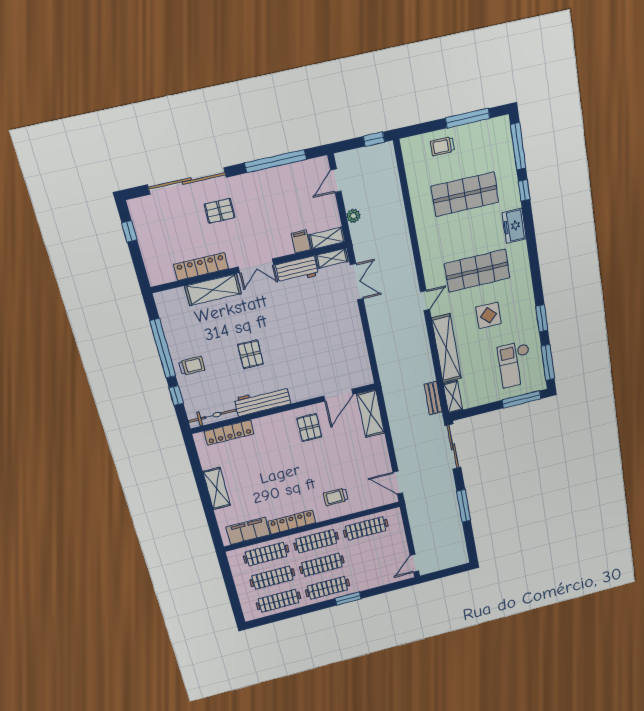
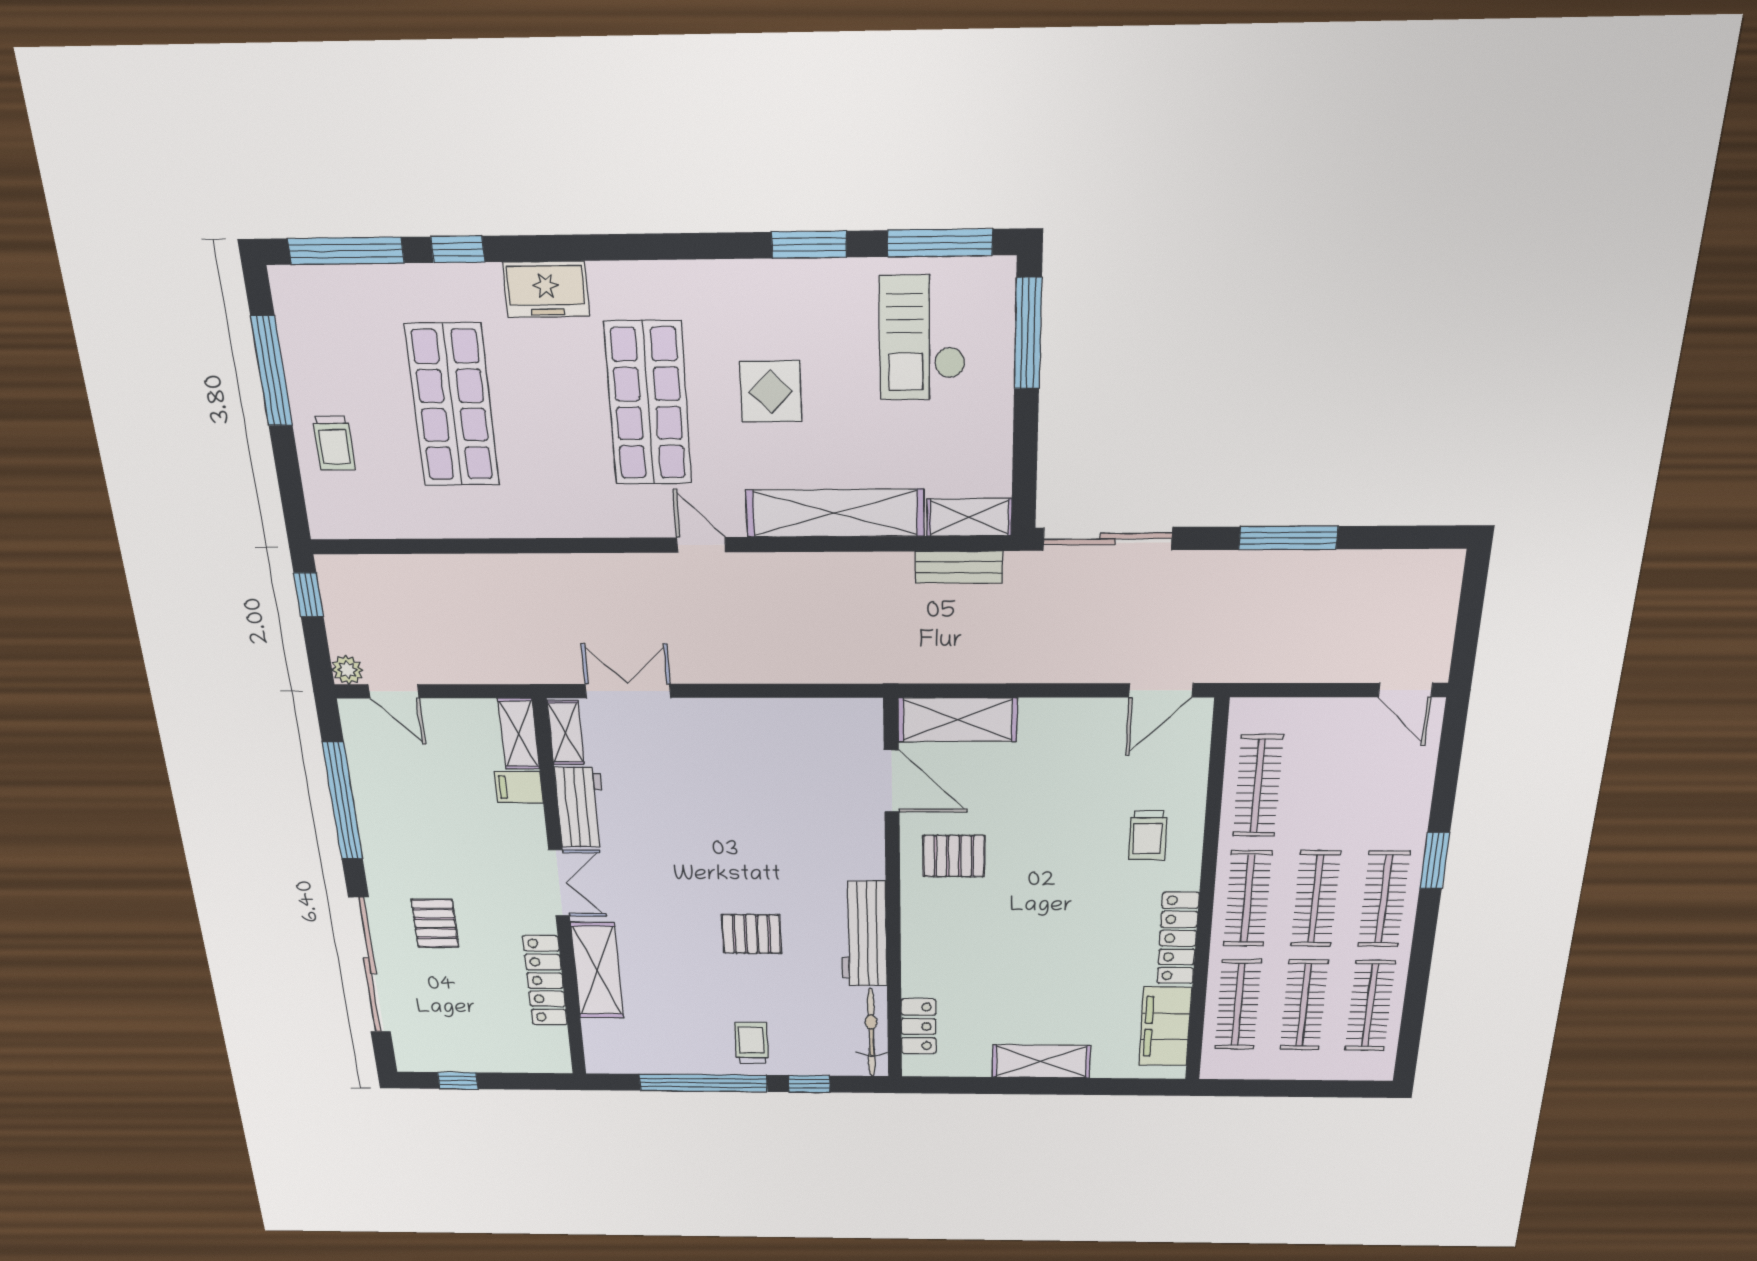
plant: (353, 216) -> (347, 670), moved
checkout: (515, 364) -> (922, 338), turned 90
locker: (229, 433) -> (919, 1026), width x0.66

